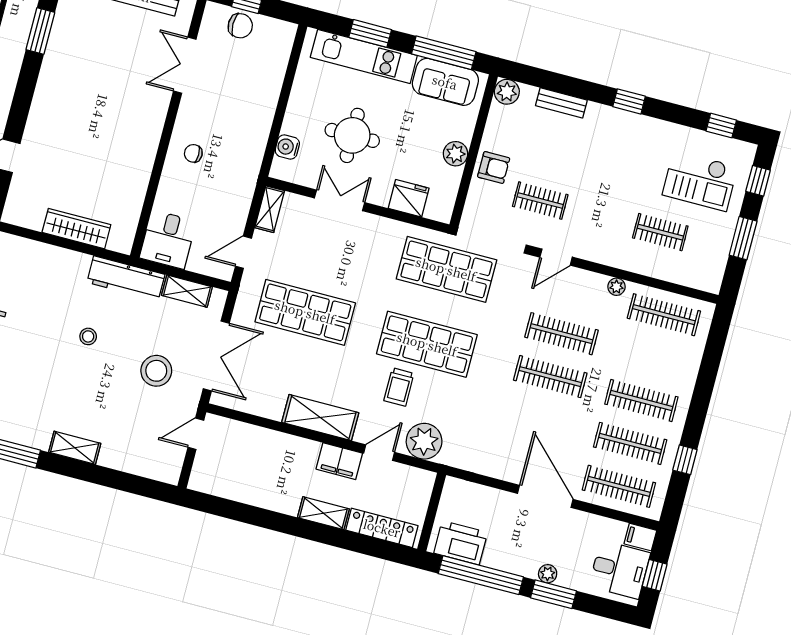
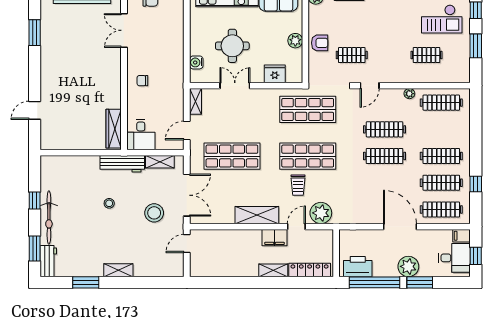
wardrobe: (76, 229) -> (114, 129), moved, turned -90
plant: (548, 574) -> (408, 266), width x1.88, depth x1.88

